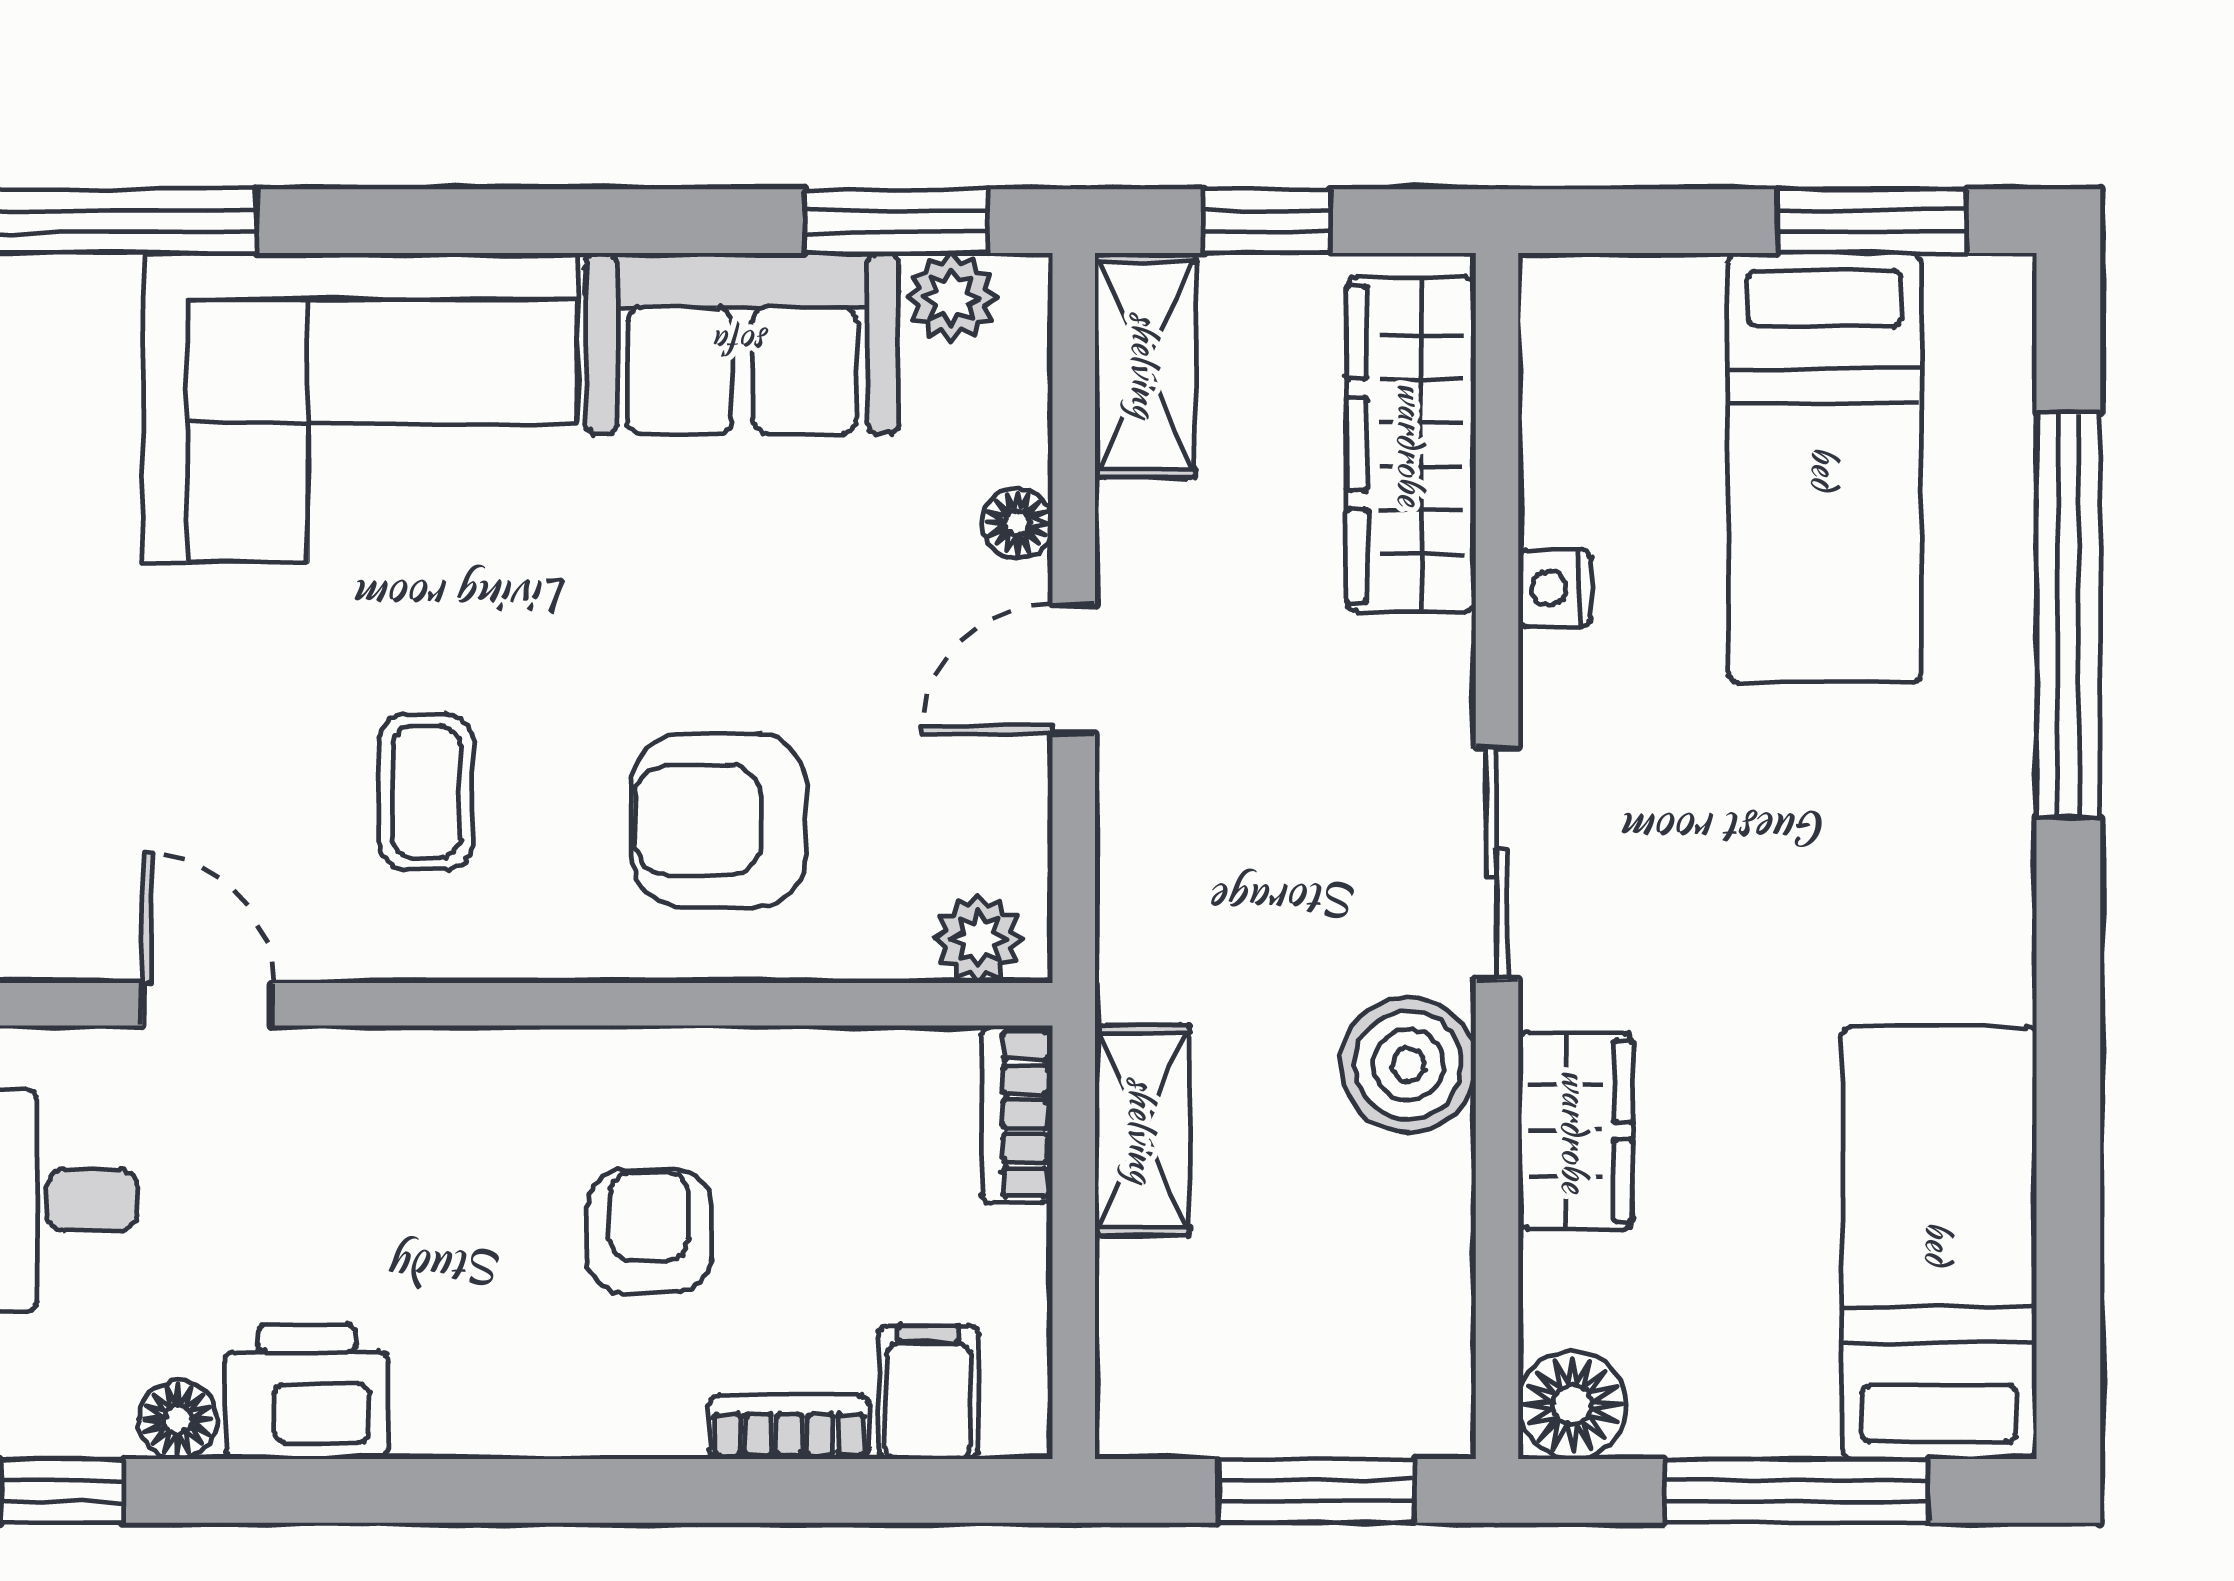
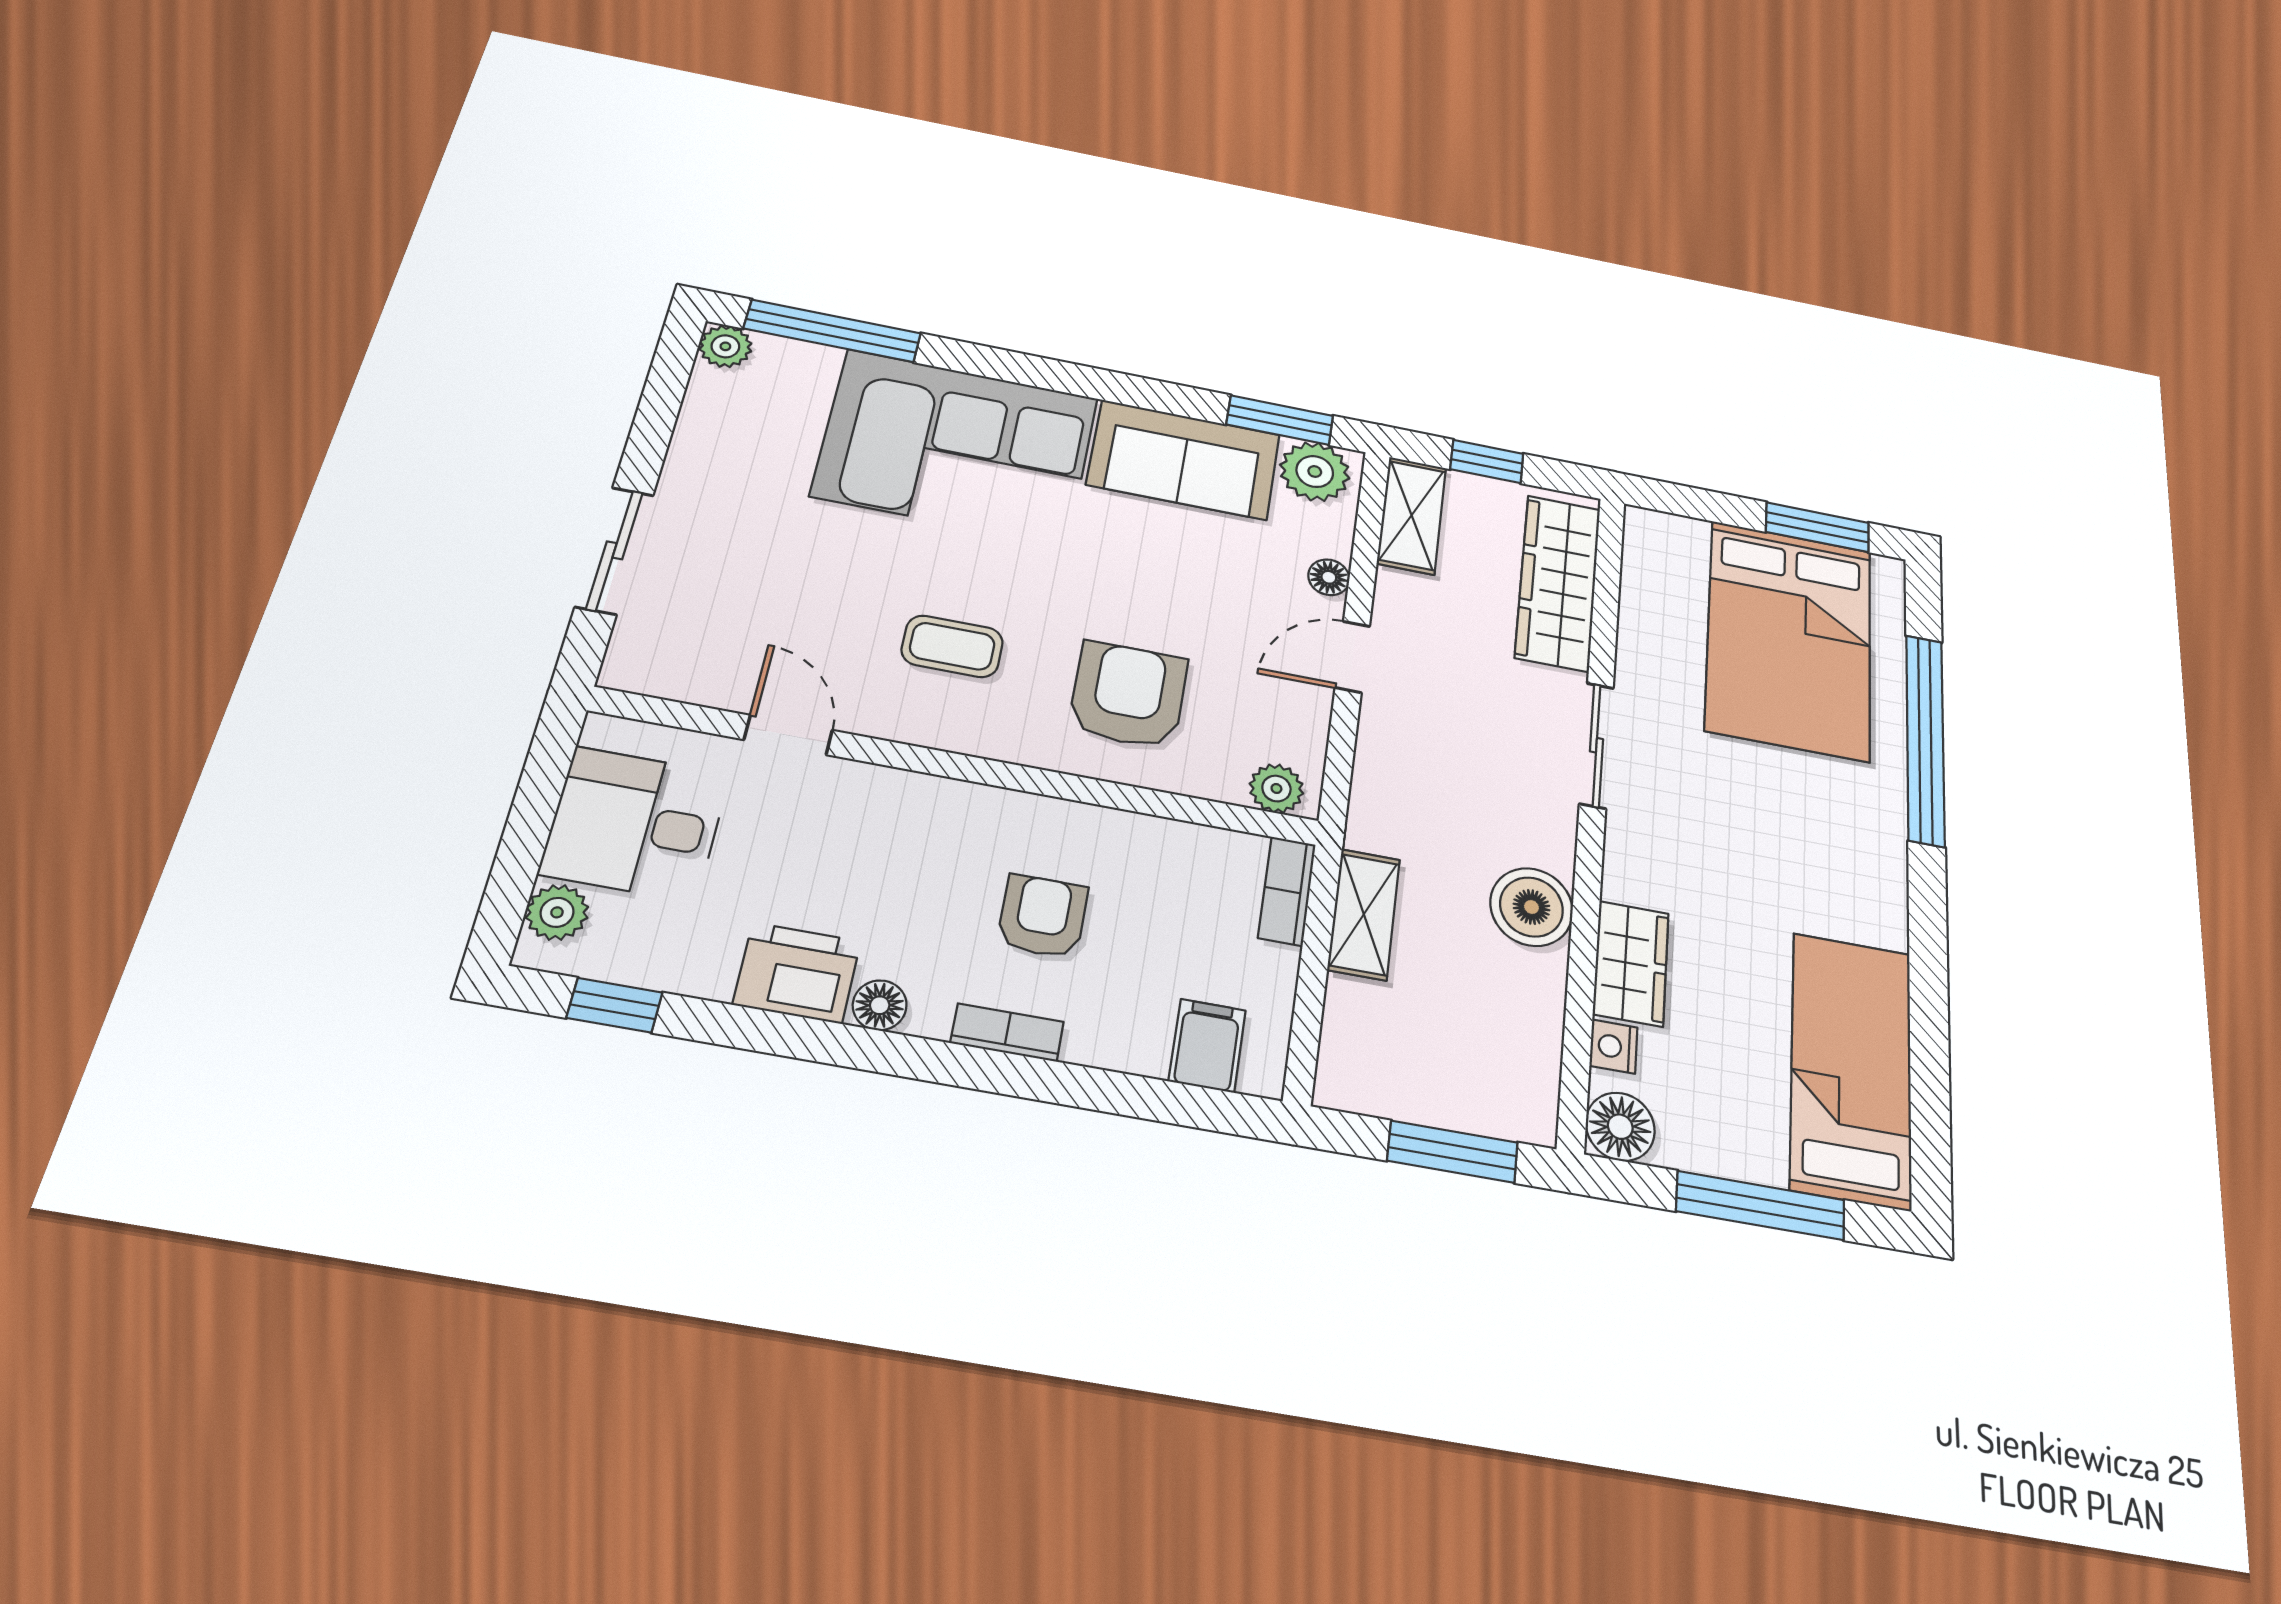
plant: (952, 298) -> (1315, 472), width x1.38, depth x1.38
bed: (1825, 468) -> (1789, 639), width x1.50
nightstand: (1555, 588) -> (1614, 1047), moved
coffee table: (426, 792) -> (952, 646), turned 90
armchair: (719, 820) -> (1128, 695), turned 90
sliding door: (1497, 863) -> (1596, 745), moved
floor lamp: (178, 1420) -> (880, 1005), moved
bookcase: (789, 1427) -> (1007, 1032), moved

